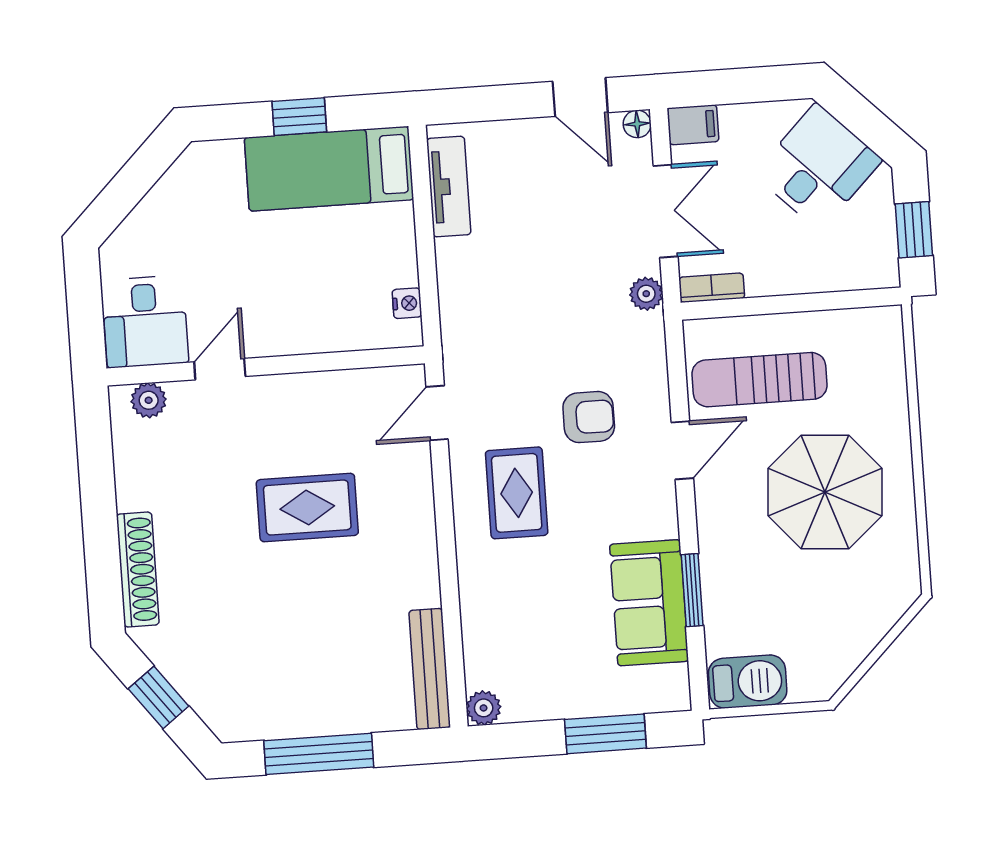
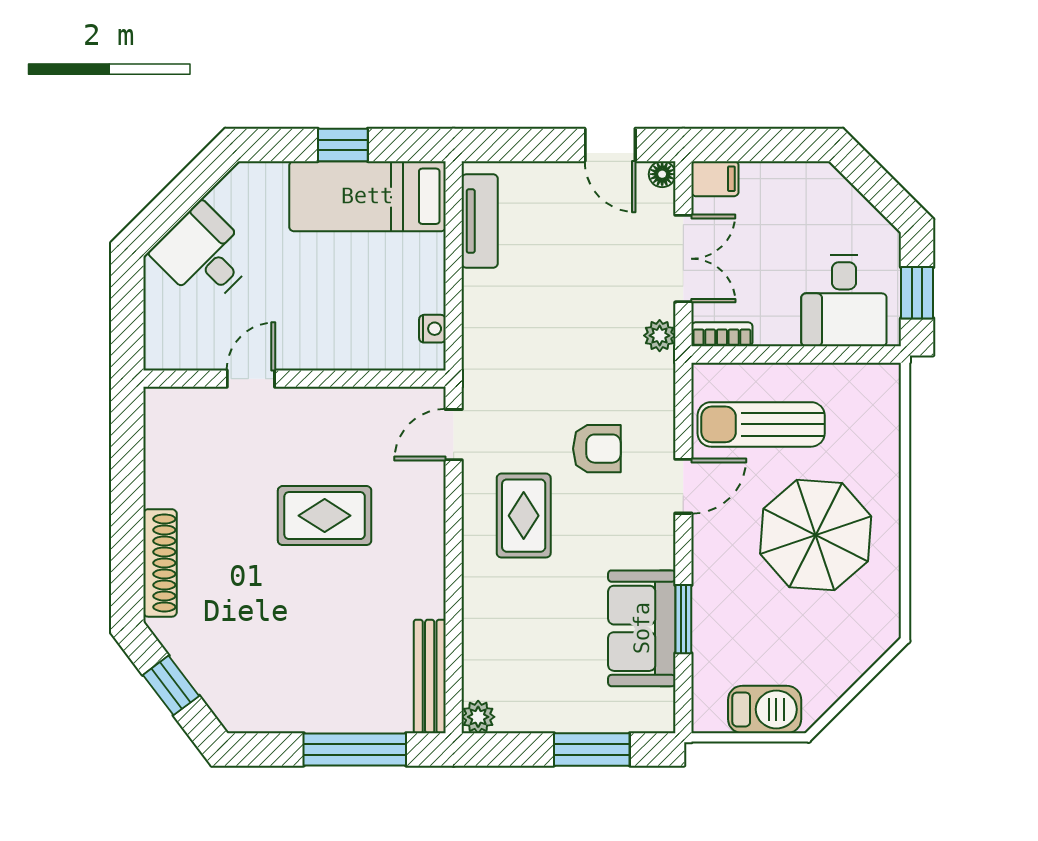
desk: (818, 167) -> (844, 301), moved, turned 135
desk: (145, 322) -> (204, 255), moved, turned 135
plant: (149, 400) -> (181, 404), removed
barbecue: (748, 682) -> (765, 709), moved
window: (319, 754) -> (355, 749), moved

